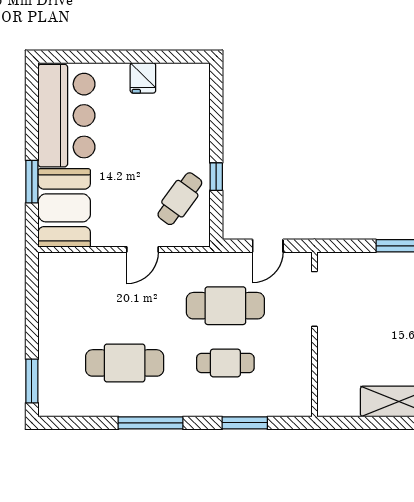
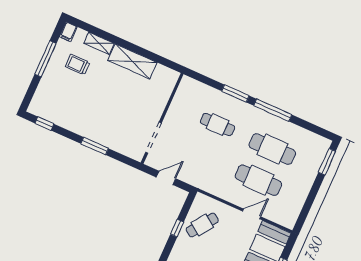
door: (143, 249) -> (251, 214), moved
cafe table: (225, 306) -> (258, 180), moved
window: (245, 423) -> (235, 93), moved

